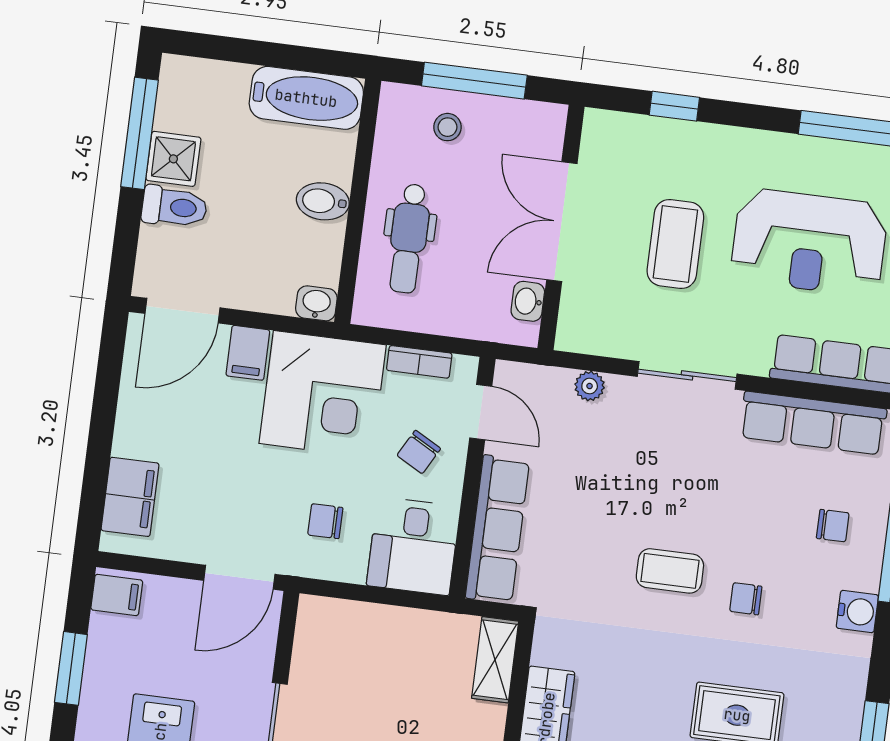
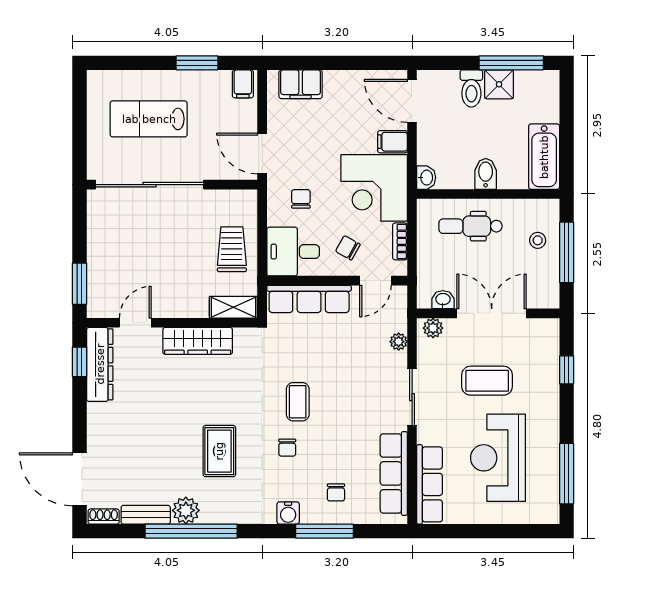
plant: (574, 324) -> (433, 328), added
chair: (746, 599) -> (287, 448), turned 180
trolley: (396, 650) -> (232, 249), added

